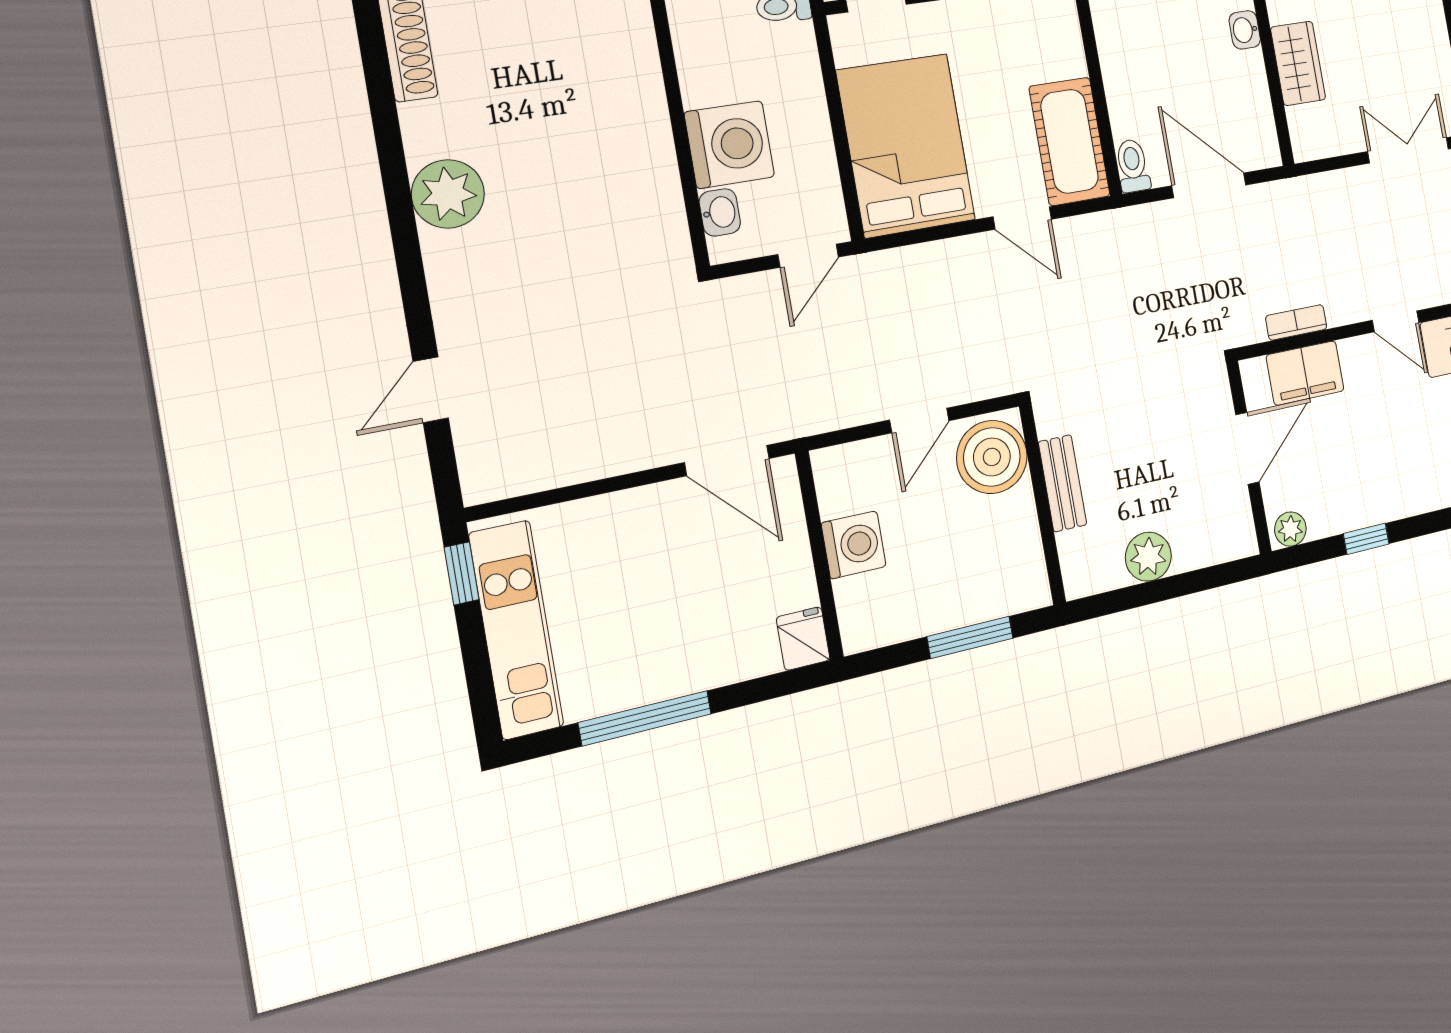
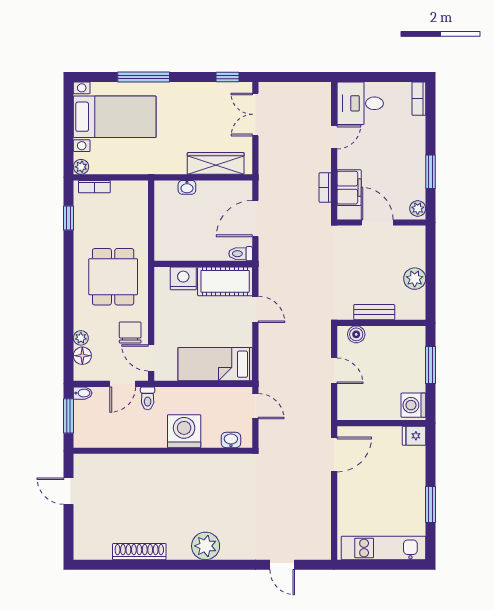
nightstand: (1060, 49) -> (183, 278), added
wardrobe: (1298, 63) -> (216, 163), width x1.50
washing machine: (729, 145) -> (184, 431), moved
bed: (906, 145) -> (215, 364), width x0.67
door: (1022, 218) -> (255, 309), hinge flipped
boiler: (992, 457) -> (356, 334), width x0.54, depth x0.54
window: (1366, 539) -> (430, 172), width x1.50
washing machine: (854, 545) -> (413, 405), moved, turned -90
window: (462, 573) -> (357, 565), removed
window: (645, 718) -> (430, 504), width x0.69

